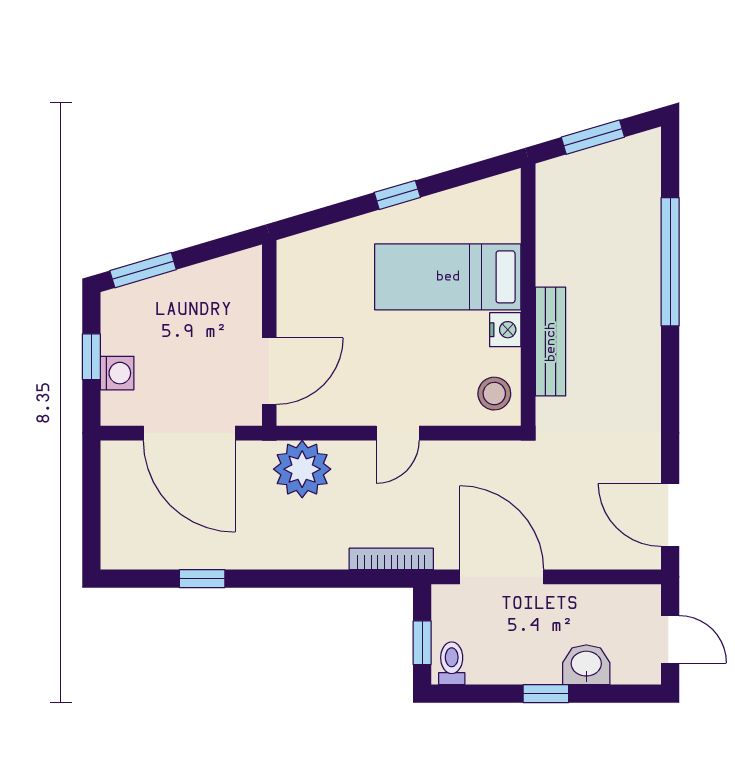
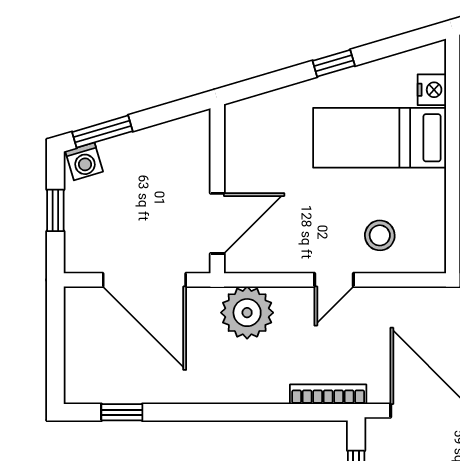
nightstand: (505, 330) -> (432, 90), moved
washing machine: (117, 373) -> (84, 161), moved, turned 74
stool: (494, 394) -> (380, 235), moved
window: (202, 579) -> (122, 412), moved

